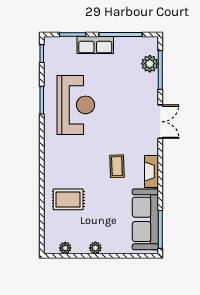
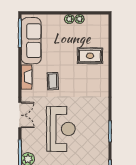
reception desk: (76, 105) -> (61, 129), moved, turned 180
double door: (160, 122) -> (20, 115), swing flipped
plant: (65, 248) -> (79, 19), moved

